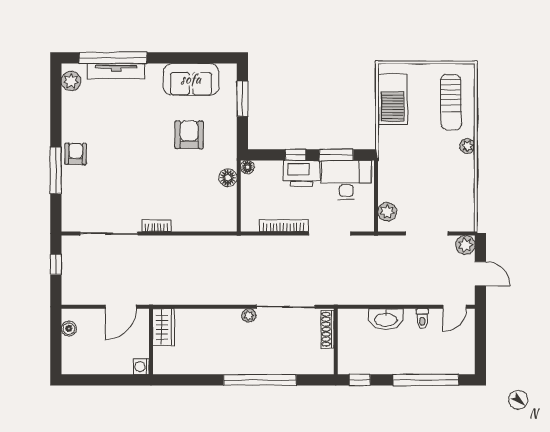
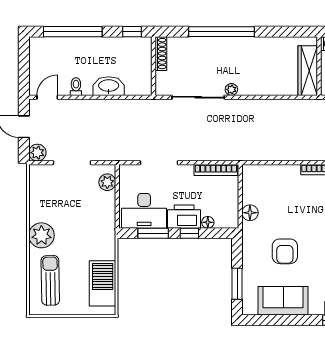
plant: (467, 146) -> (41, 235), width x1.88, depth x1.88
floor lamp: (247, 167) -> (208, 222), moved
bookcase: (283, 225) -> (216, 170), moved
wardrobe: (164, 327) -> (308, 71), width x1.50
shoe rack: (328, 329) -> (161, 54), moved

